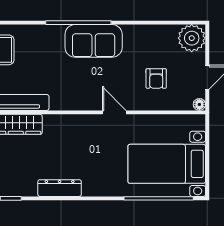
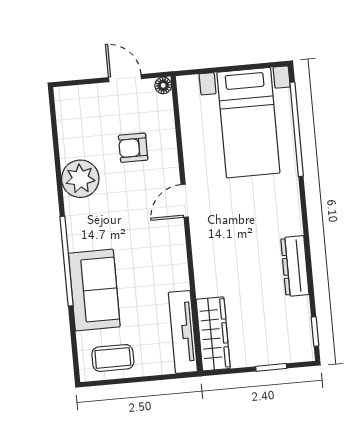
plant: (192, 38) -> (80, 179), moved
sofa: (94, 41) -> (94, 290), moved
armchair: (156, 78) -> (133, 148), turned 180

